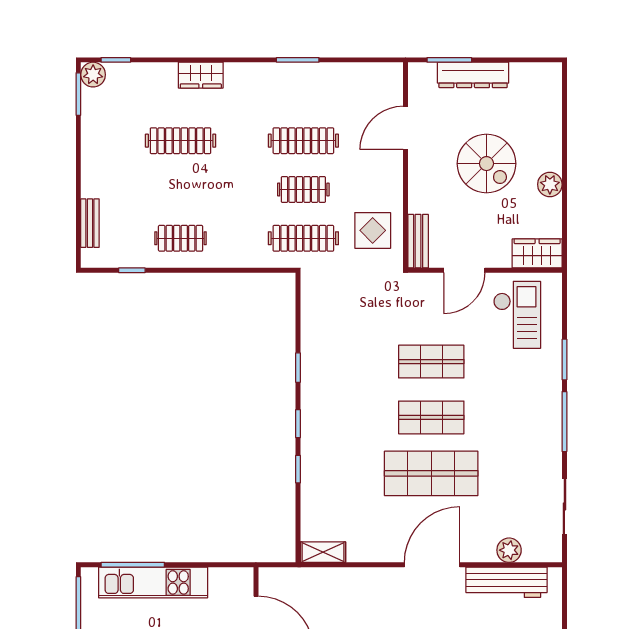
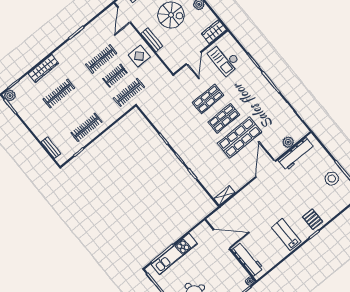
wardrobe: (201, 75) -> (43, 68), width x1.50
door: (406, 128) -> (124, 15), moved
display table: (373, 230) -> (139, 56), moved
clothes rail: (181, 238) -> (86, 127), width x1.36
bench: (418, 241) -> (152, 40), moved
checkout: (517, 315) -> (224, 59), turned 180

